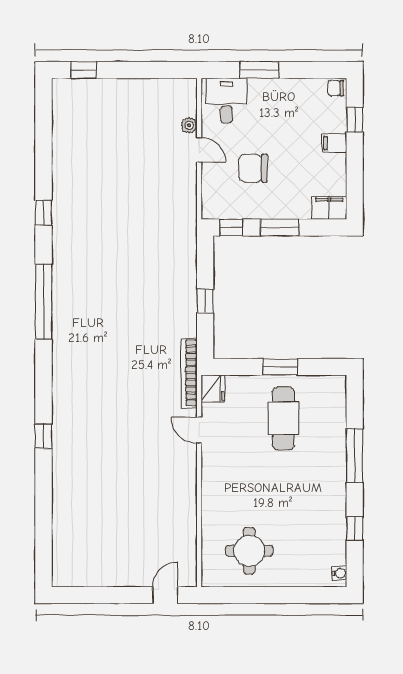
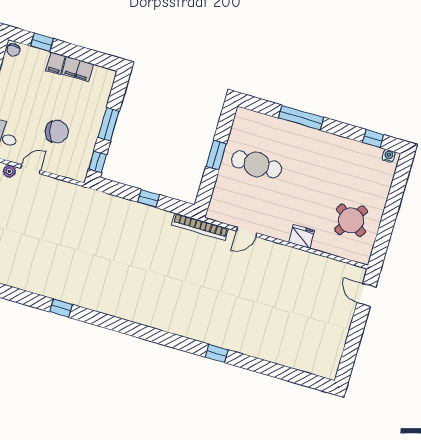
chair: (253, 168) -> (57, 132), turned -105
filing cabinet: (329, 208) -> (78, 69), moved, turned -90
window: (44, 213) -> (61, 308), moved
window: (44, 302) -> (113, 323), removed
fridge: (213, 389) -> (302, 236), moved
window: (355, 529) -> (373, 139), moved
round table: (249, 551) -> (351, 220), turned 34

